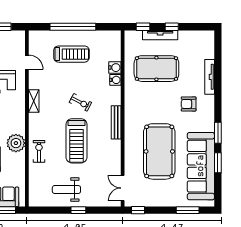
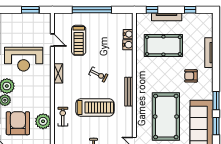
window: (172, 27) -> (190, 10), moved
treadmill: (72, 54) -> (79, 40), moved, turned 90
water cooler: (115, 80) -> (128, 34), moved
treadmill: (76, 141) -> (95, 108), turned -90
plant: (16, 143) -> (43, 121), moved

